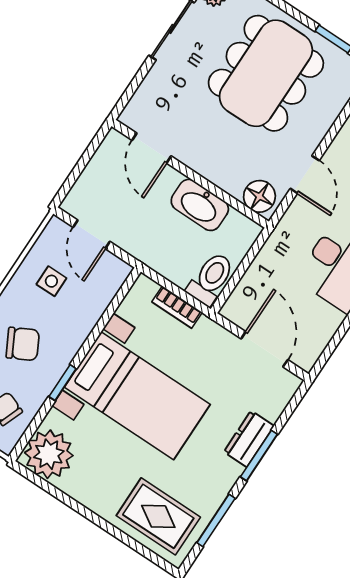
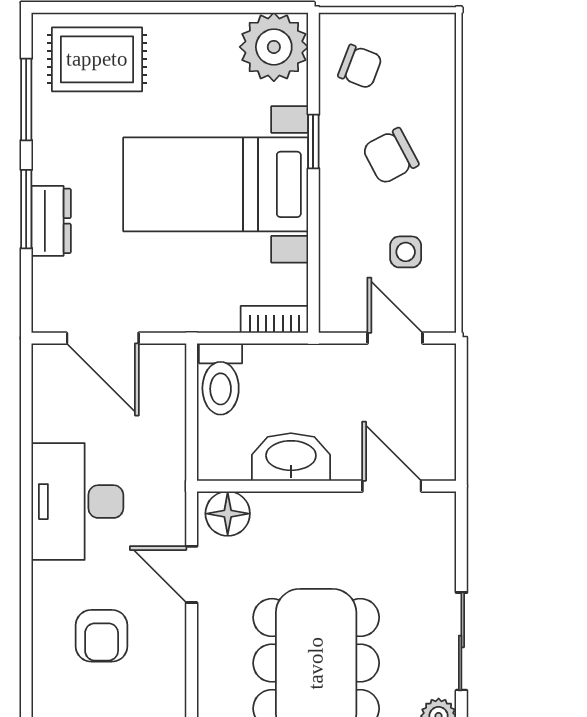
bookcase: (177, 307) -> (274, 319), moved

